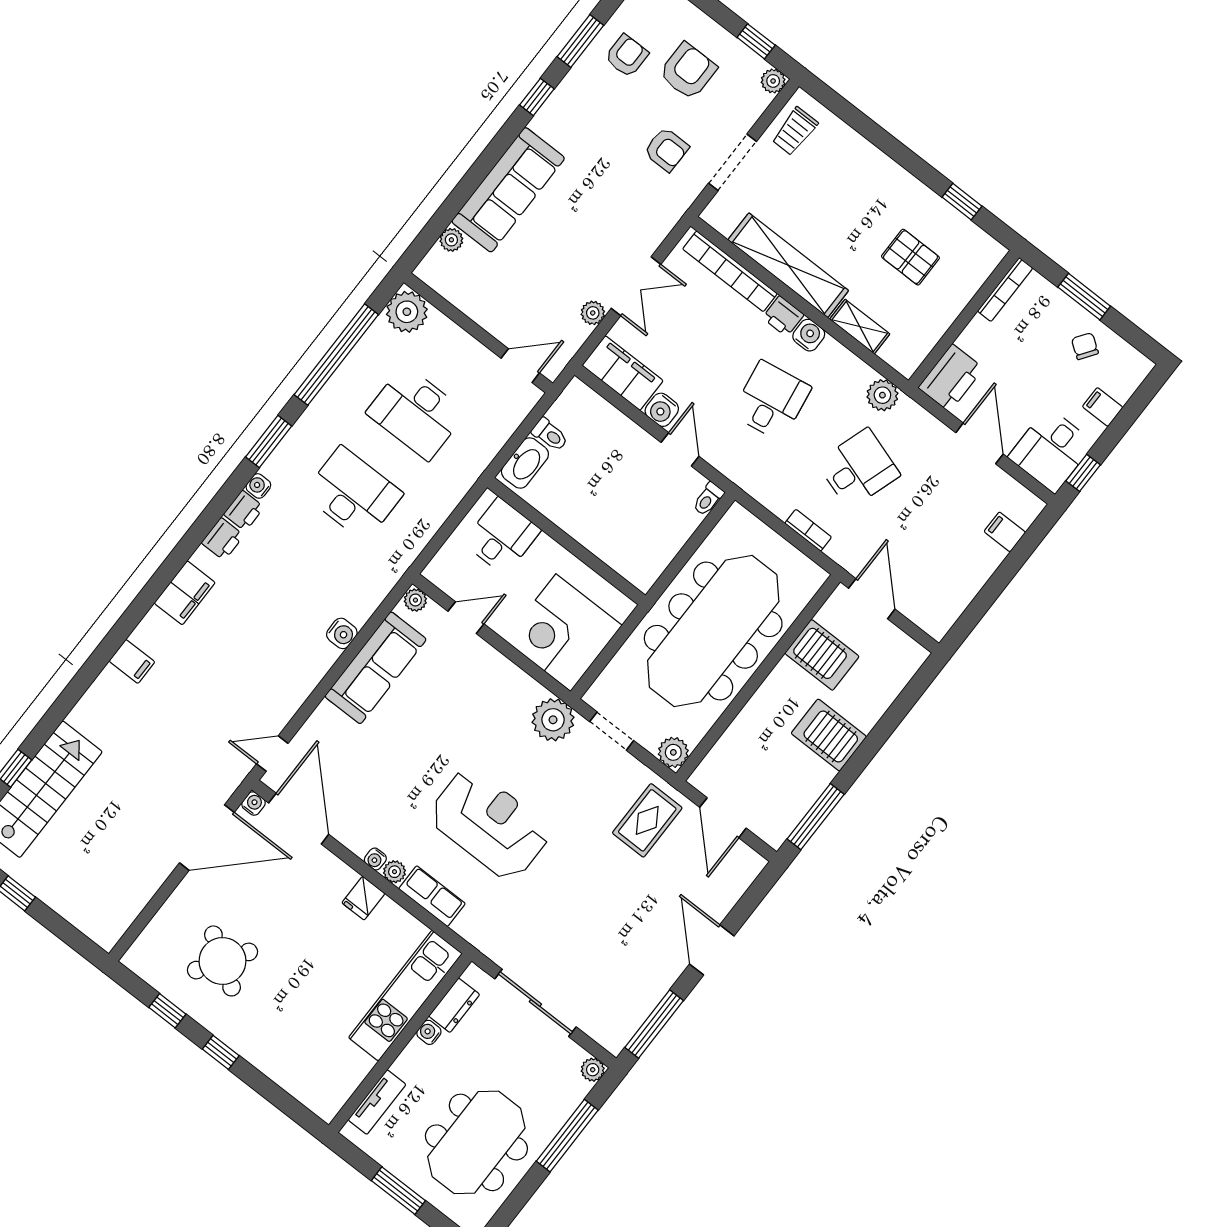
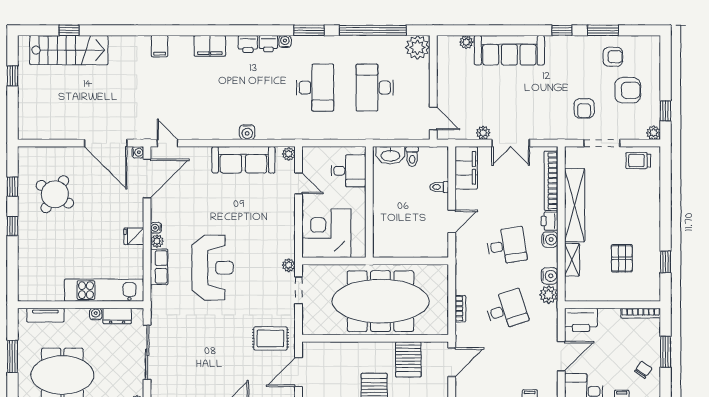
water cooler: (662, 410) -> (550, 276), moved, turned 180
desk: (858, 469) -> (506, 310), turned -36
toilet: (708, 499) -> (439, 187), moved
plant: (553, 720) -> (289, 265), width x0.53, depth x0.53
plant: (673, 752) -> (311, 326), removed

